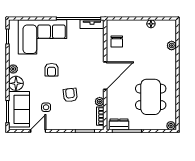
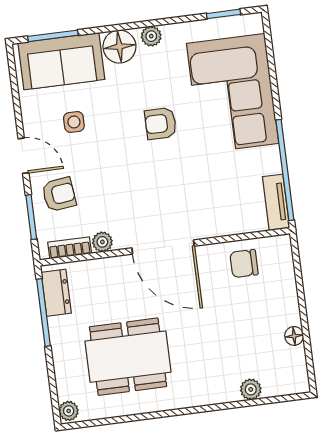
armchair: (70, 95) -> (59, 194), moved
door: (38, 131) -> (23, 156), moved

